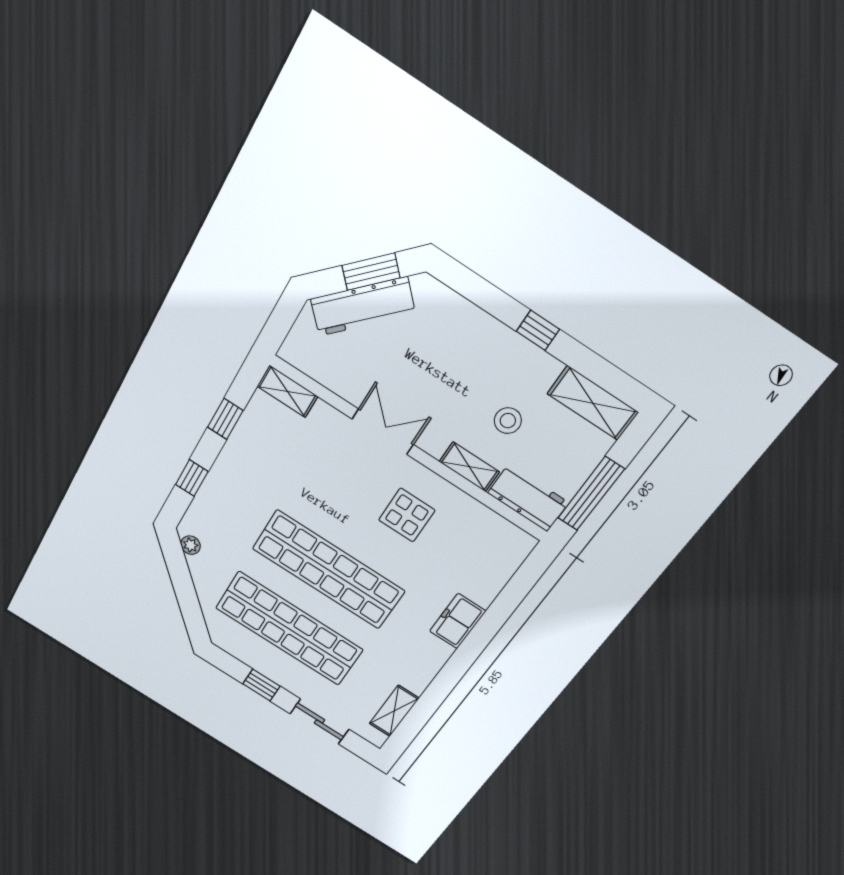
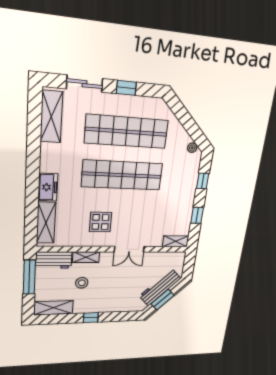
shelving: (497, 569) -> (46, 223), added
shelving: (394, 711) -> (51, 117), width x1.50, depth x1.33

